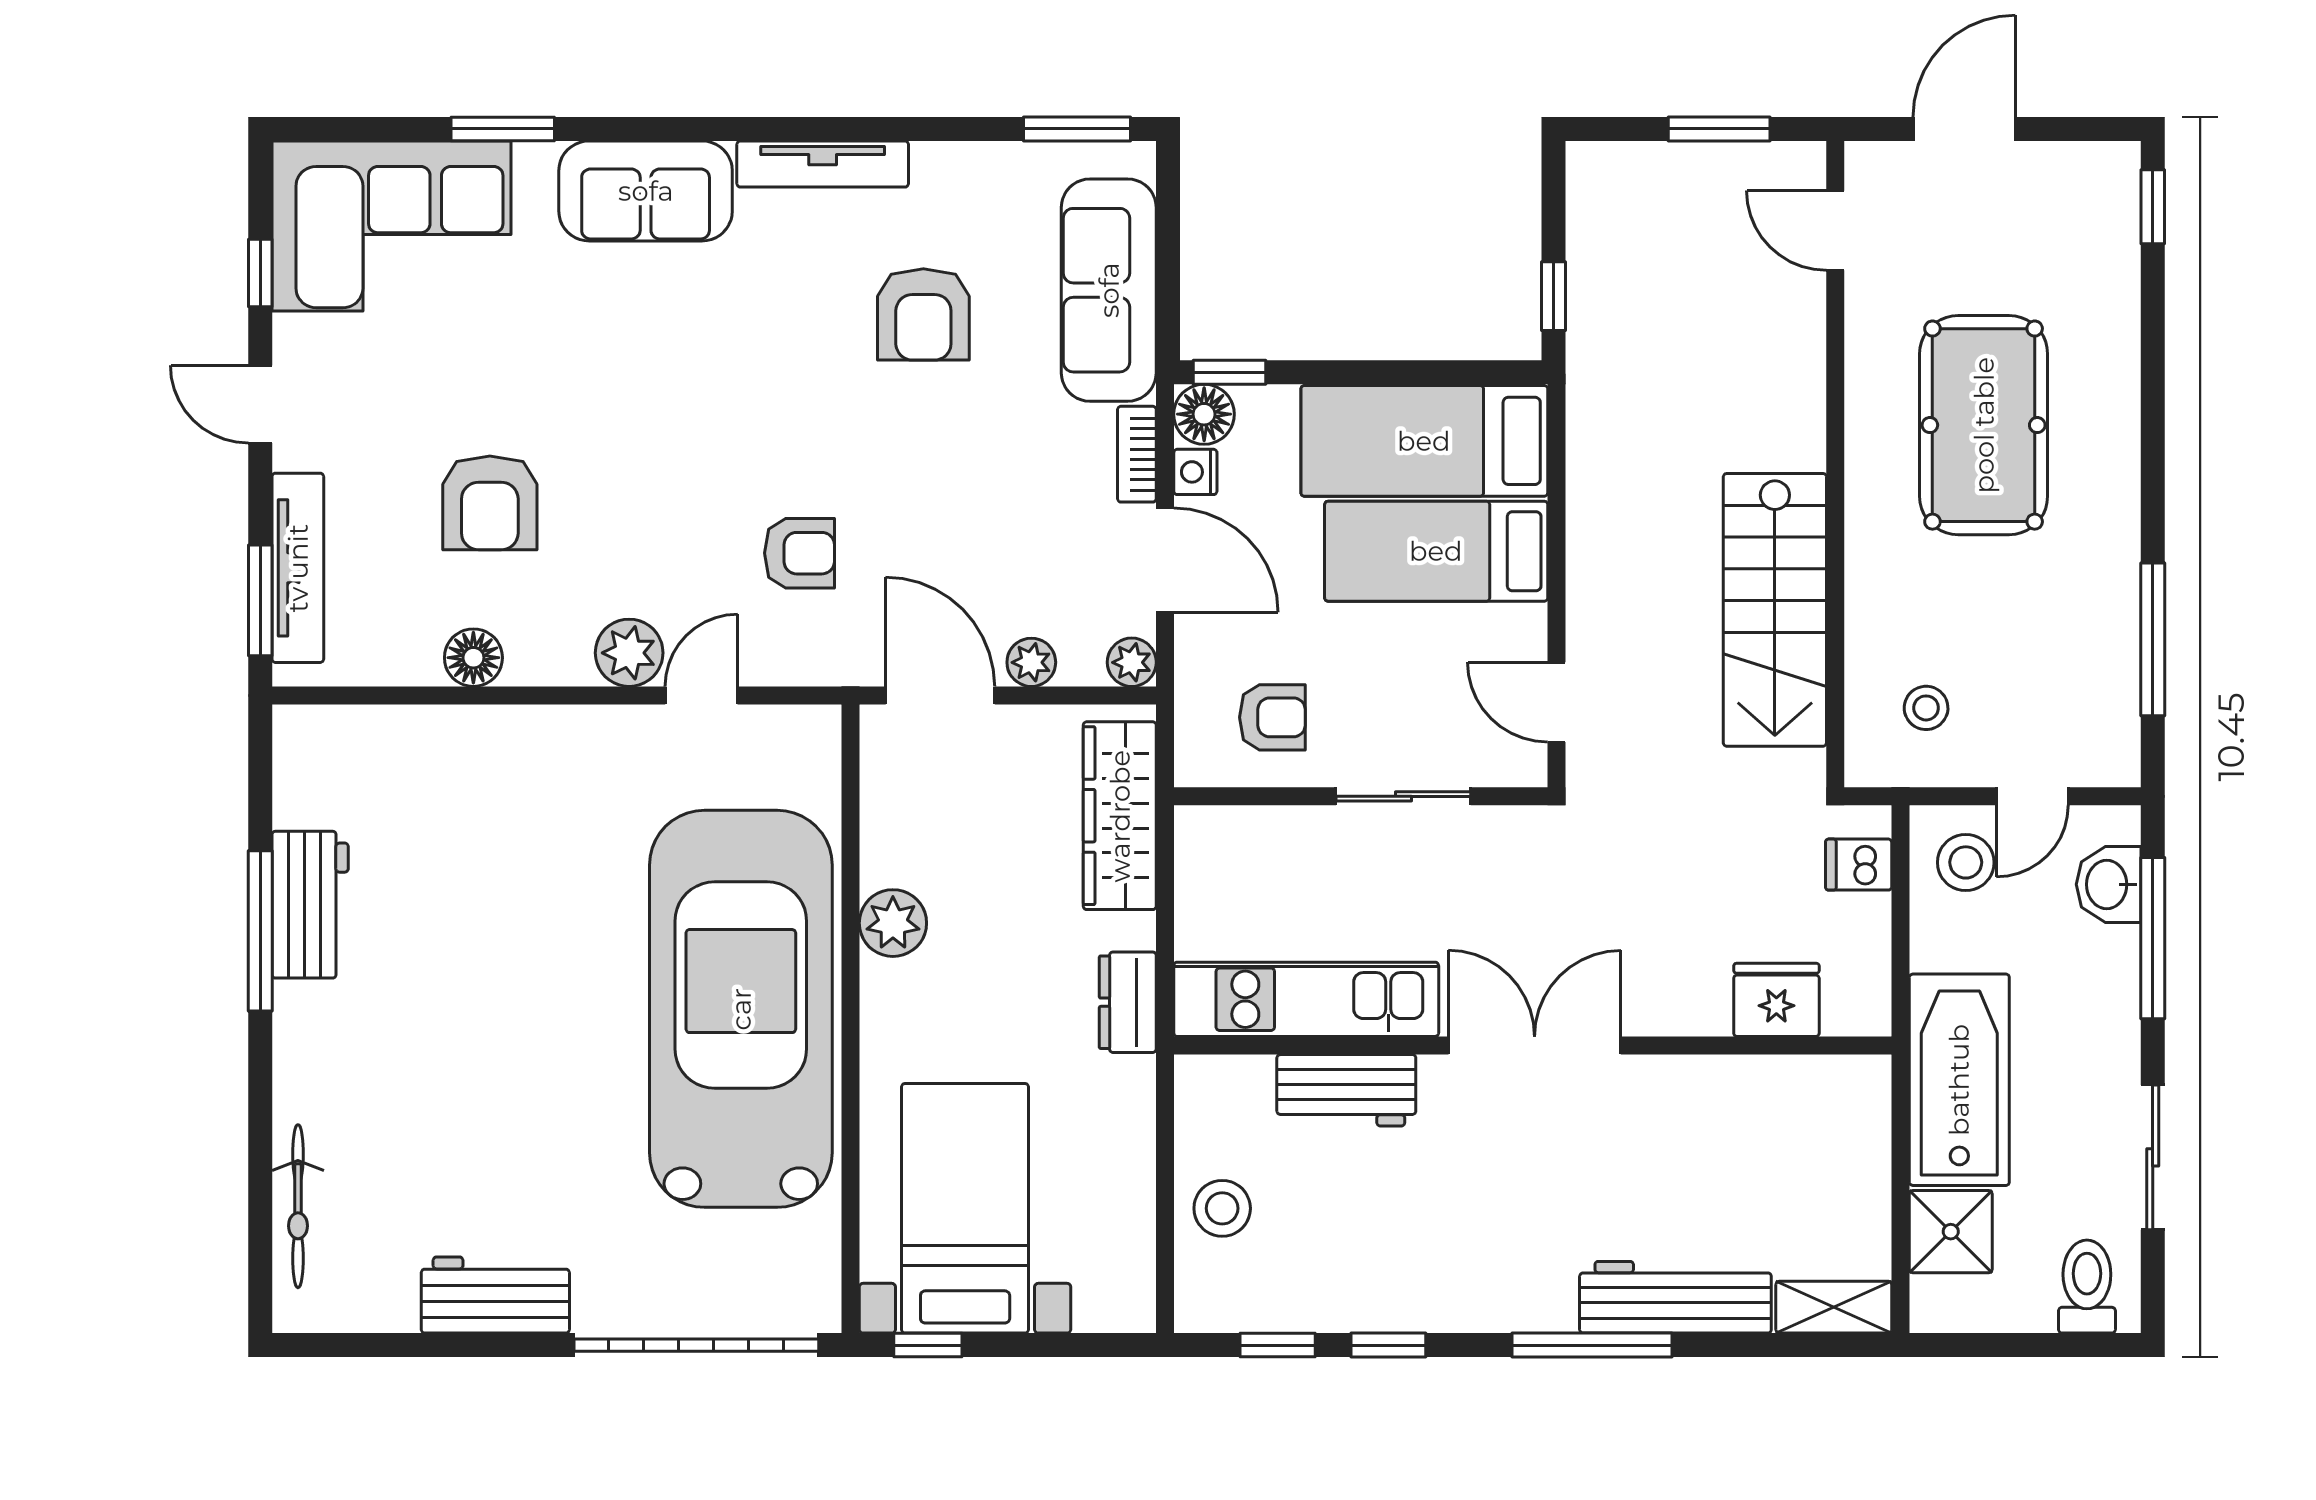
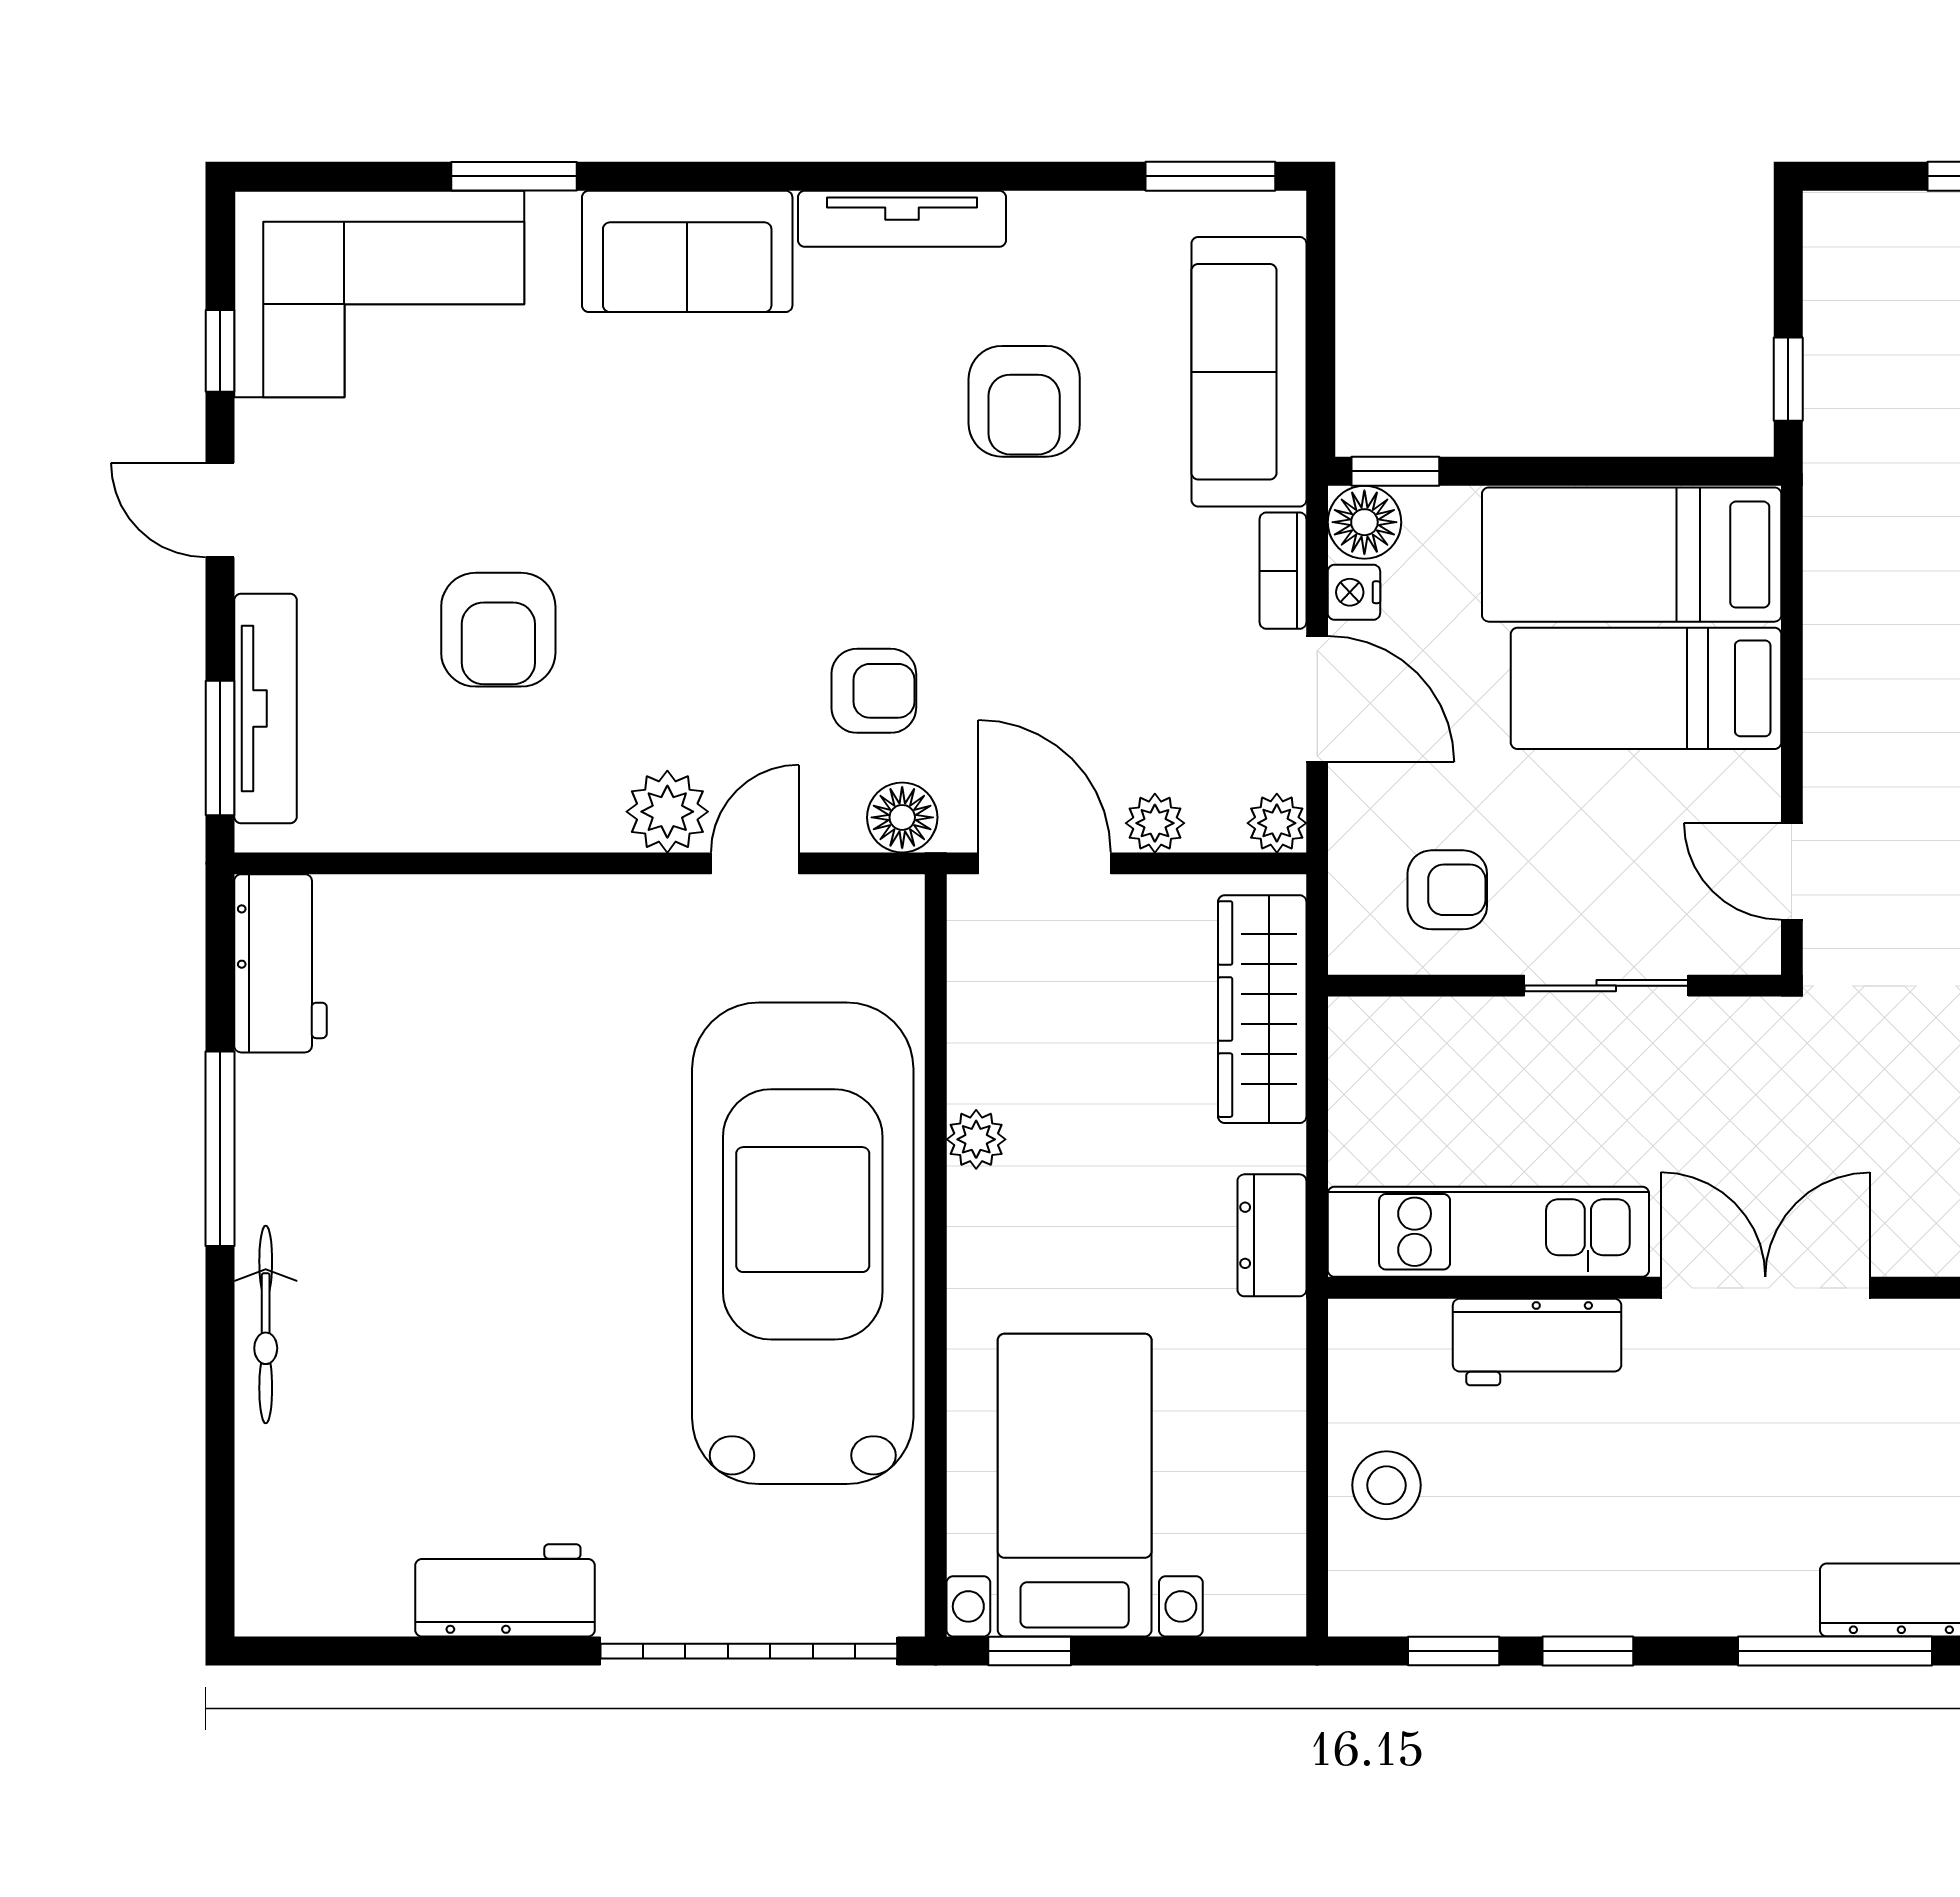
floor lamp: (473, 658) -> (902, 817), moved
workbench: (310, 905) -> (280, 963), moved
plant: (893, 923) -> (976, 1139), width x0.73, depth x0.73
bicycle: (298, 1206) -> (266, 1325), moved

